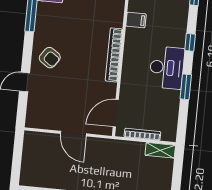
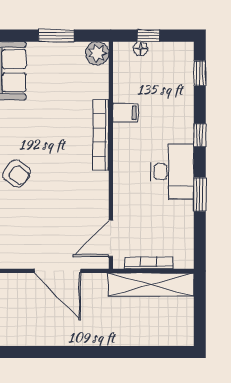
bookcase: (114, 55) -> (101, 135), moved
door: (73, 134) -> (57, 271), width x1.36
shelving: (160, 150) -> (151, 285), width x2.20, depth x1.33

